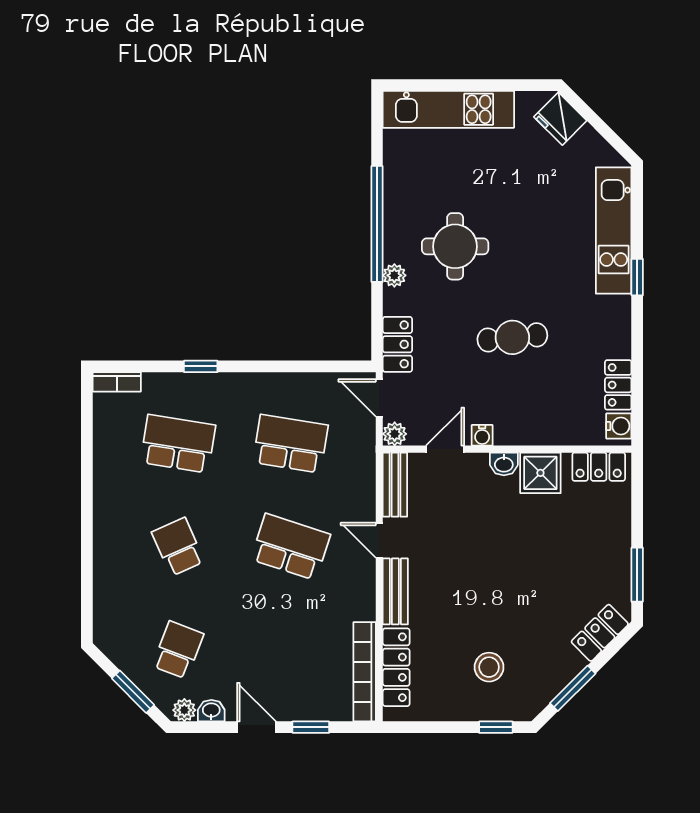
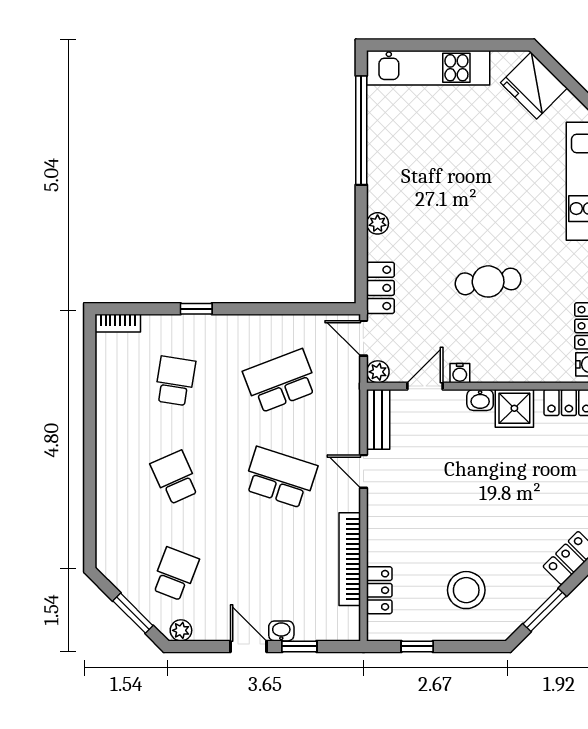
fridge: (560, 119) -> (534, 85), width x1.36, depth x1.34
window: (377, 224) -> (361, 130), moved
round table: (455, 246) -> (434, 196), removed
school desk: (178, 444) -> (175, 381), width x0.54
school desk: (291, 444) -> (280, 381), turned -30
bench: (395, 591) -> (379, 519), removed
locker: (396, 667) -> (379, 590), width x0.66
stool: (489, 667) -> (466, 590), width x1.38, depth x1.38
bookcase: (365, 672) -> (350, 559), moved
washbasin: (211, 711) -> (281, 631), moved
window: (496, 727) -> (417, 646), moved

